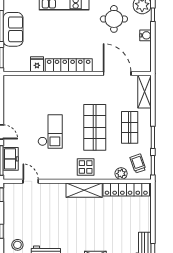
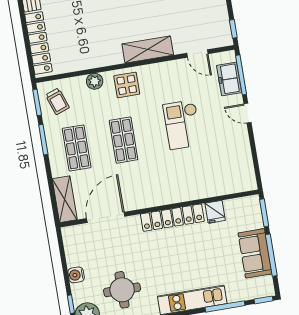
door: (117, 73) -> (106, 217), swing flipped
shop shelf: (95, 127) -> (124, 140), width x0.70, depth x0.74
plant: (121, 174) -> (95, 81), moved
locker: (126, 189) -> (39, 43), moved, turned 90
shelving: (84, 190) -> (148, 49), moved

